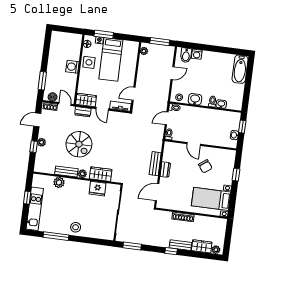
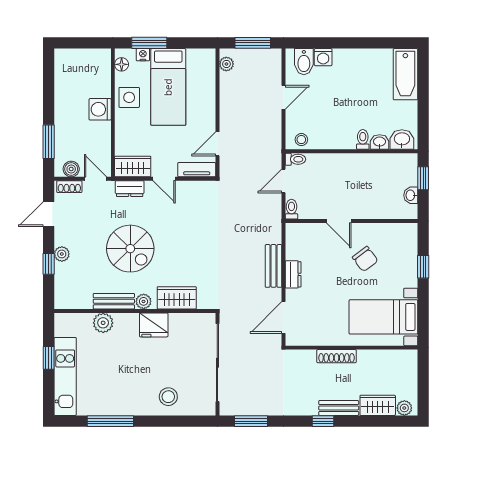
washbasin: (195, 99) -> (402, 139), moved
fridge: (97, 189) -> (154, 325), moved
stool: (76, 227) -> (168, 397), moved

